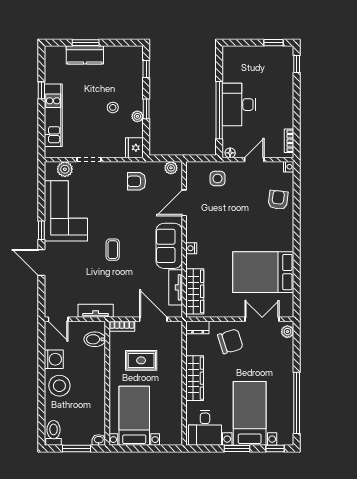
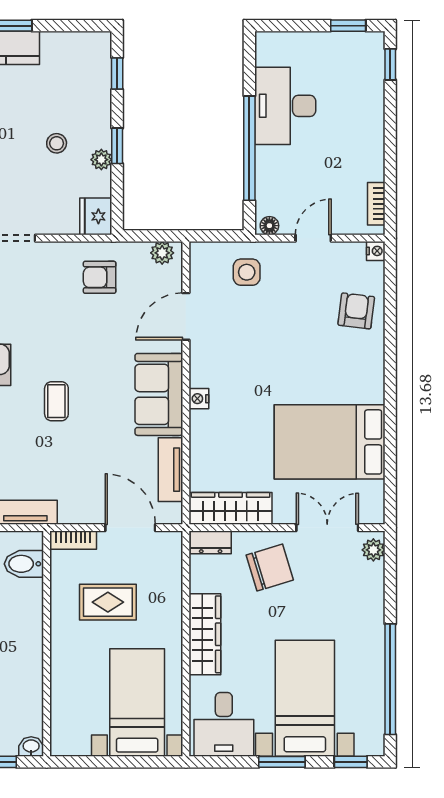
desk: (239, 105) -> (285, 106), moved
wardrobe: (195, 291) -> (231, 508), moved, turned -90
bed with nightstands: (134, 416) -> (137, 703), moved

